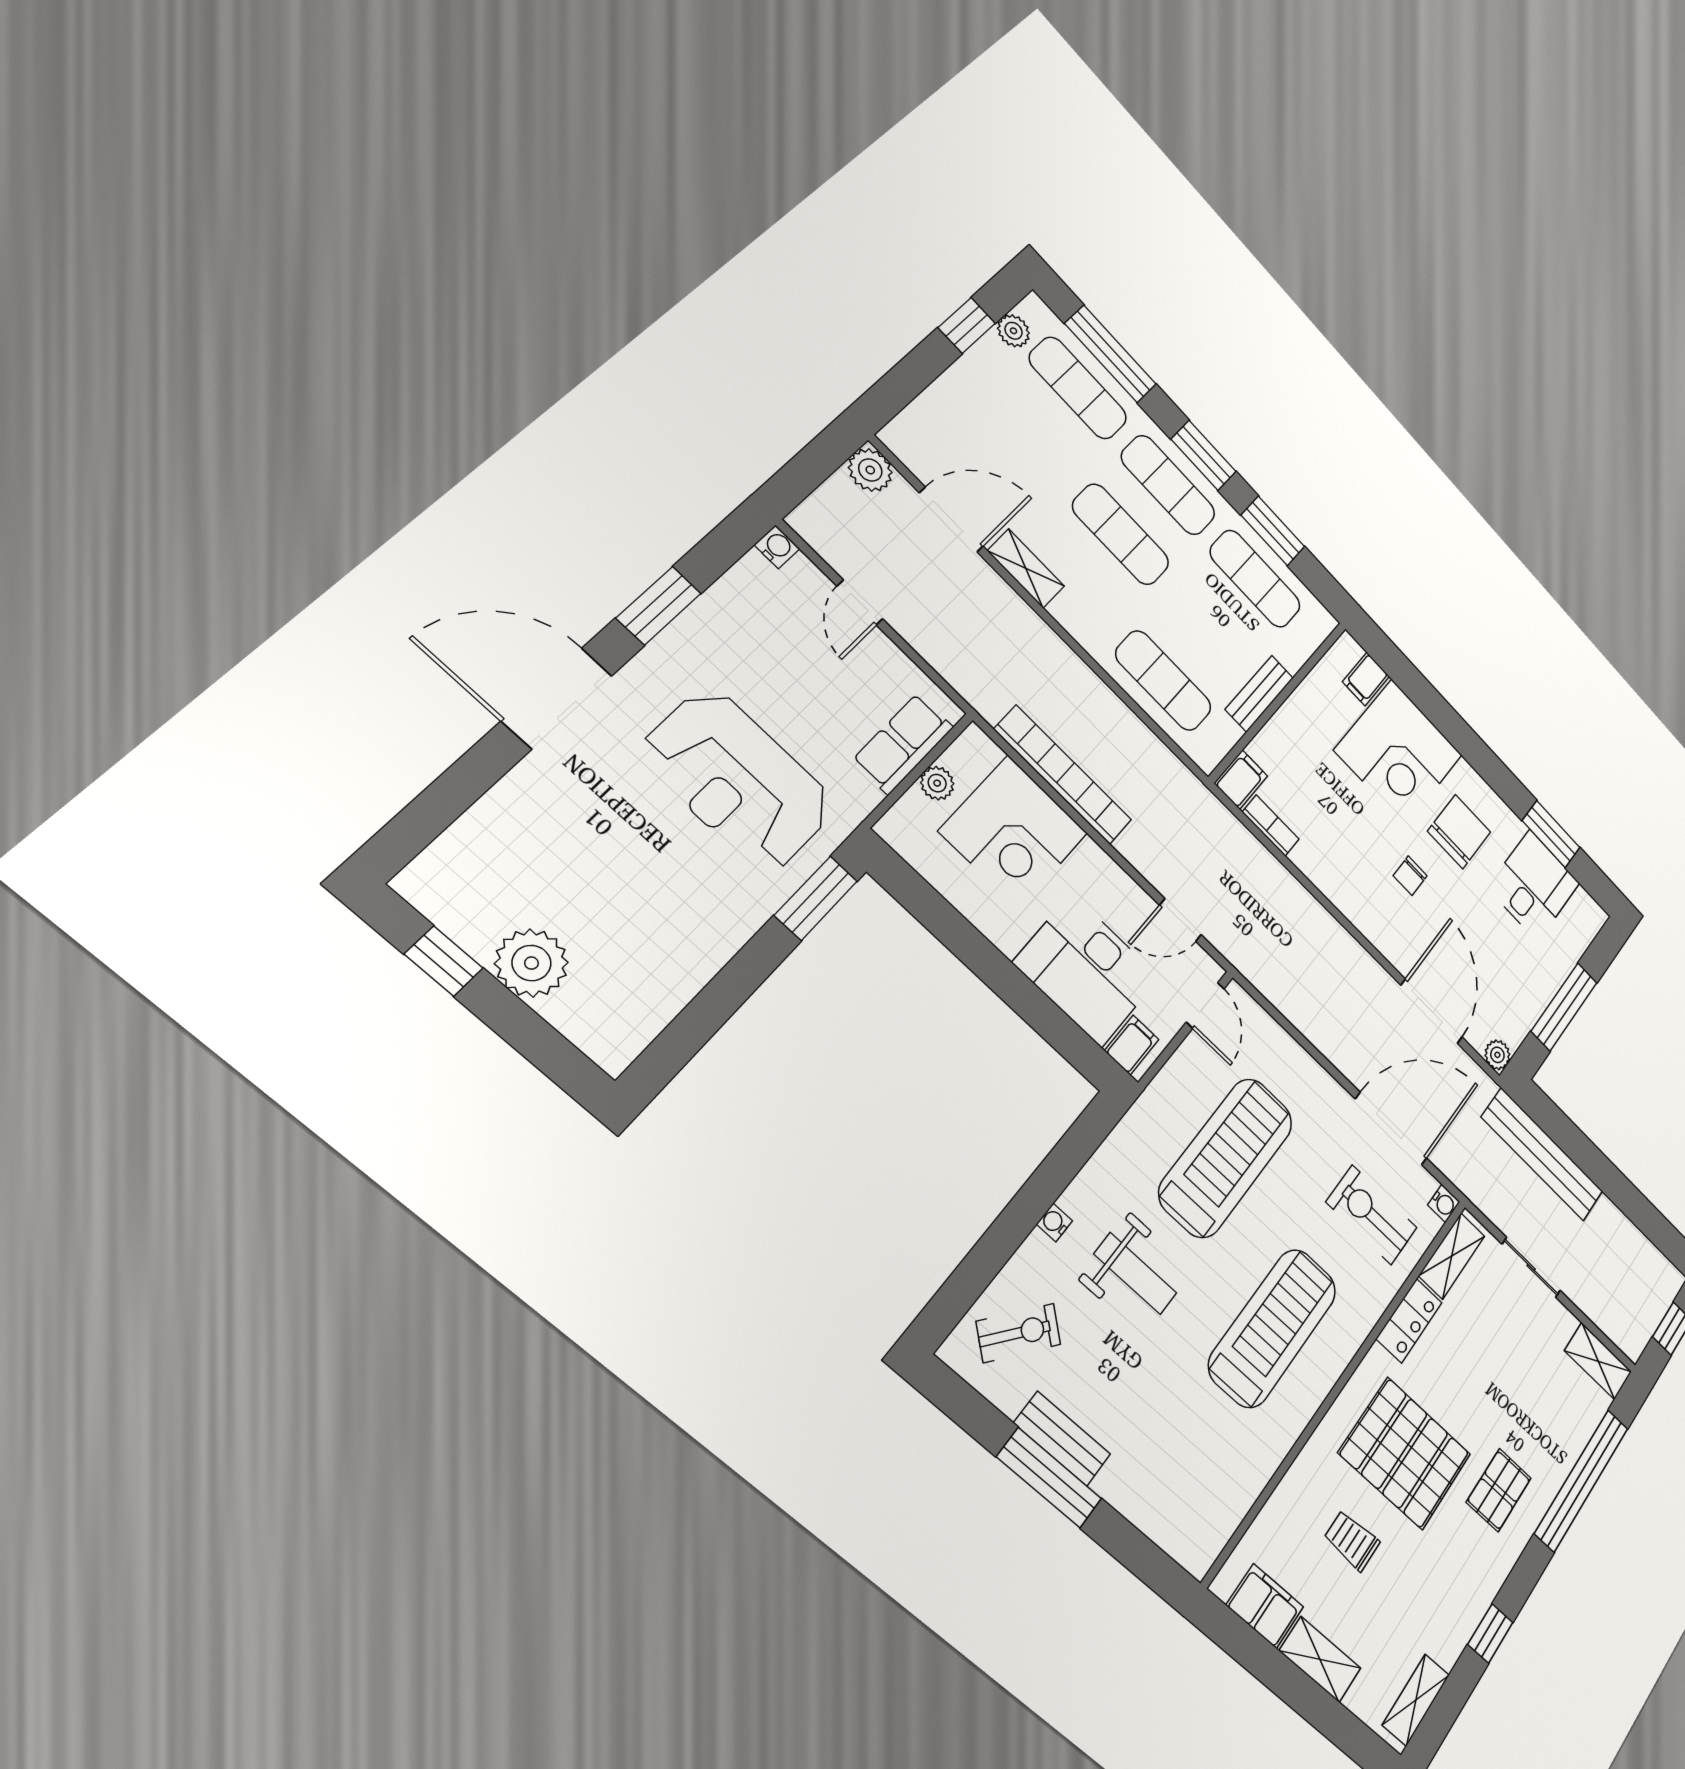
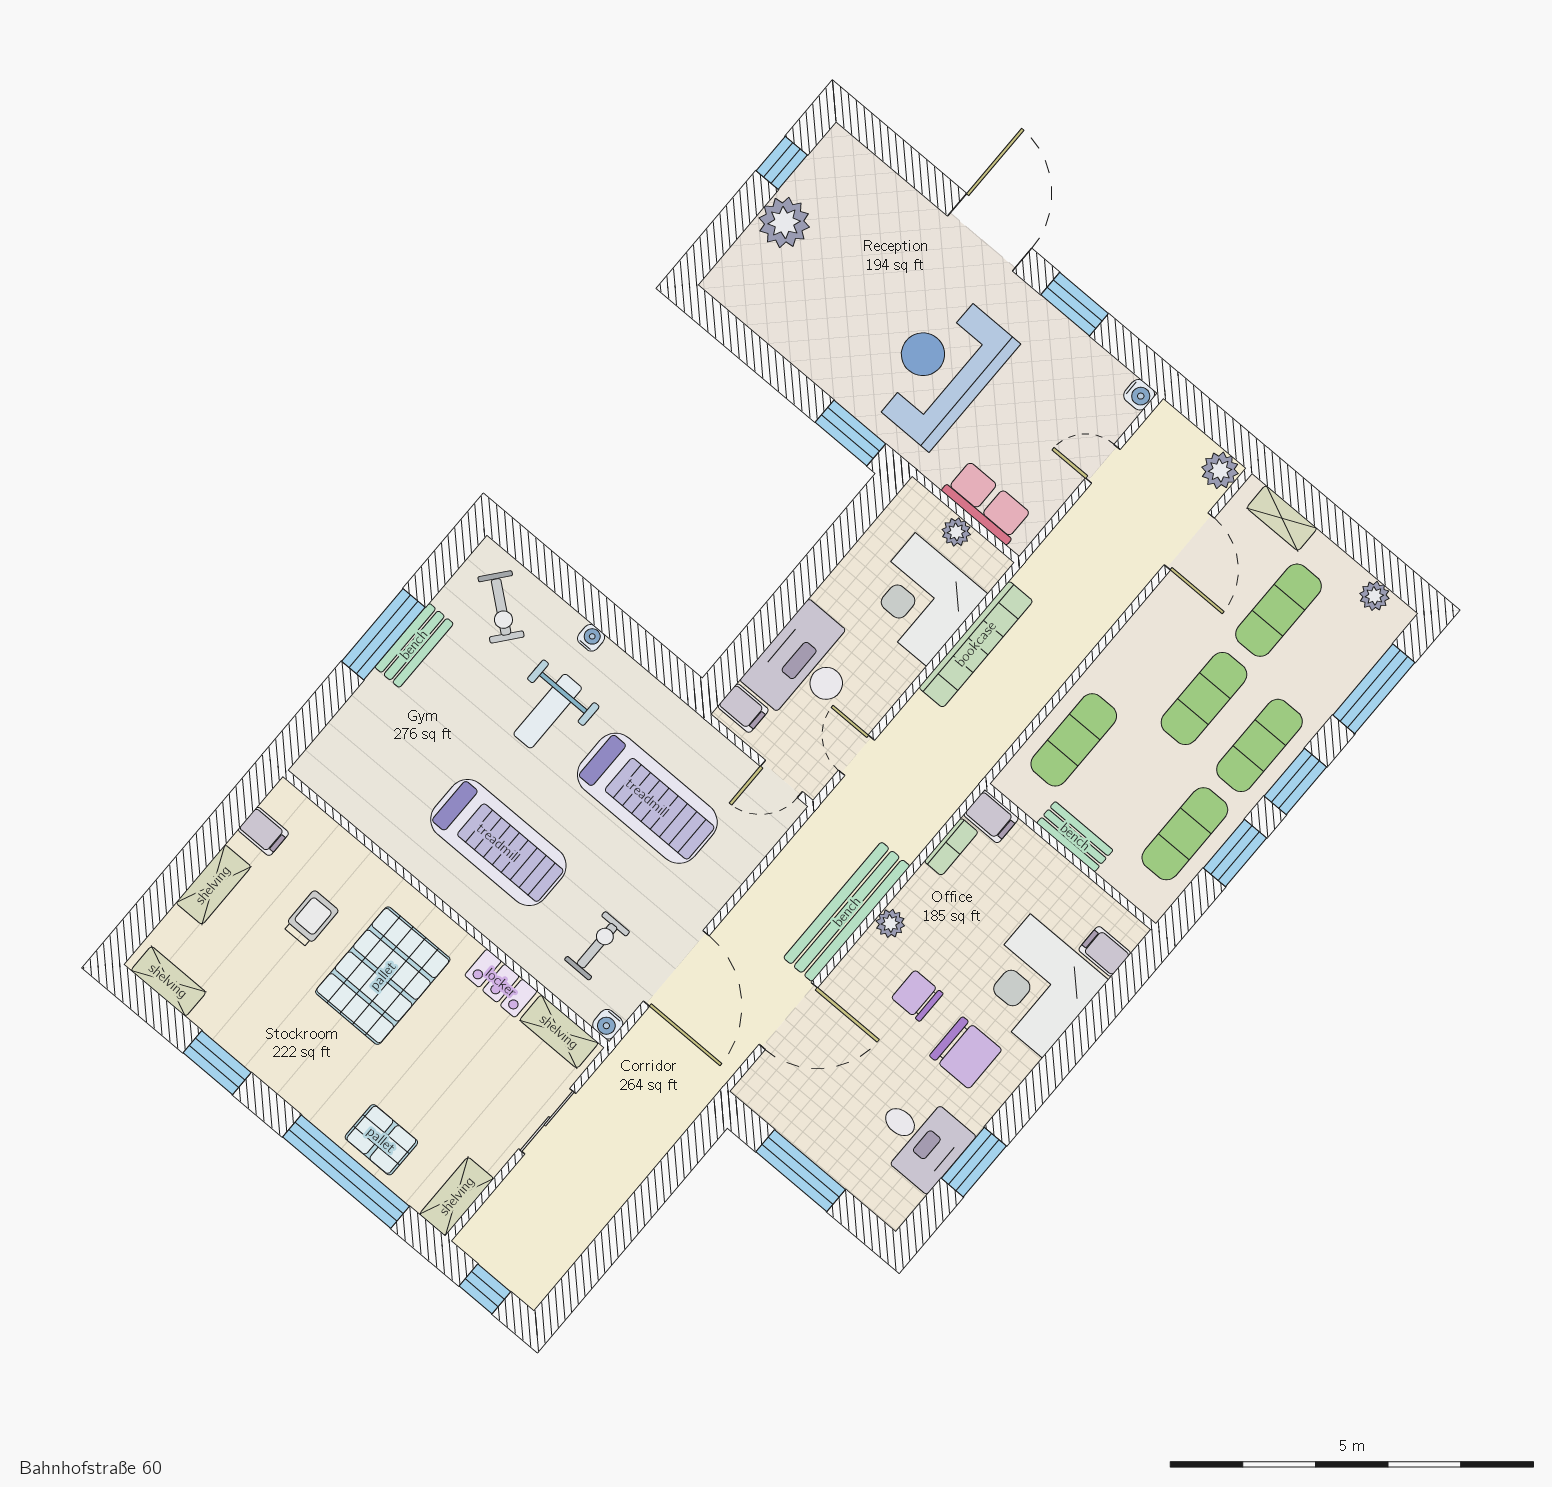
window: (967, 325) -> (1369, 553), removed
exercise mat: (1078, 388) -> (1279, 610), moved
shelving: (1026, 569) -> (1282, 518), moved, turned 90
chair: (1410, 876) -> (917, 996), width x1.37, depth x1.37
plant: (1497, 1055) -> (890, 923), moved
bench: (1543, 1155) -> (847, 912), moved
exercise bike: (1372, 1215) -> (597, 946), width x0.73, depth x0.72
pallet: (1499, 1490) -> (381, 1140), moved
filing cabinet: (1265, 1606) -> (263, 831), width x0.50
window: (1490, 1633) -> (217, 1063), width x1.50

